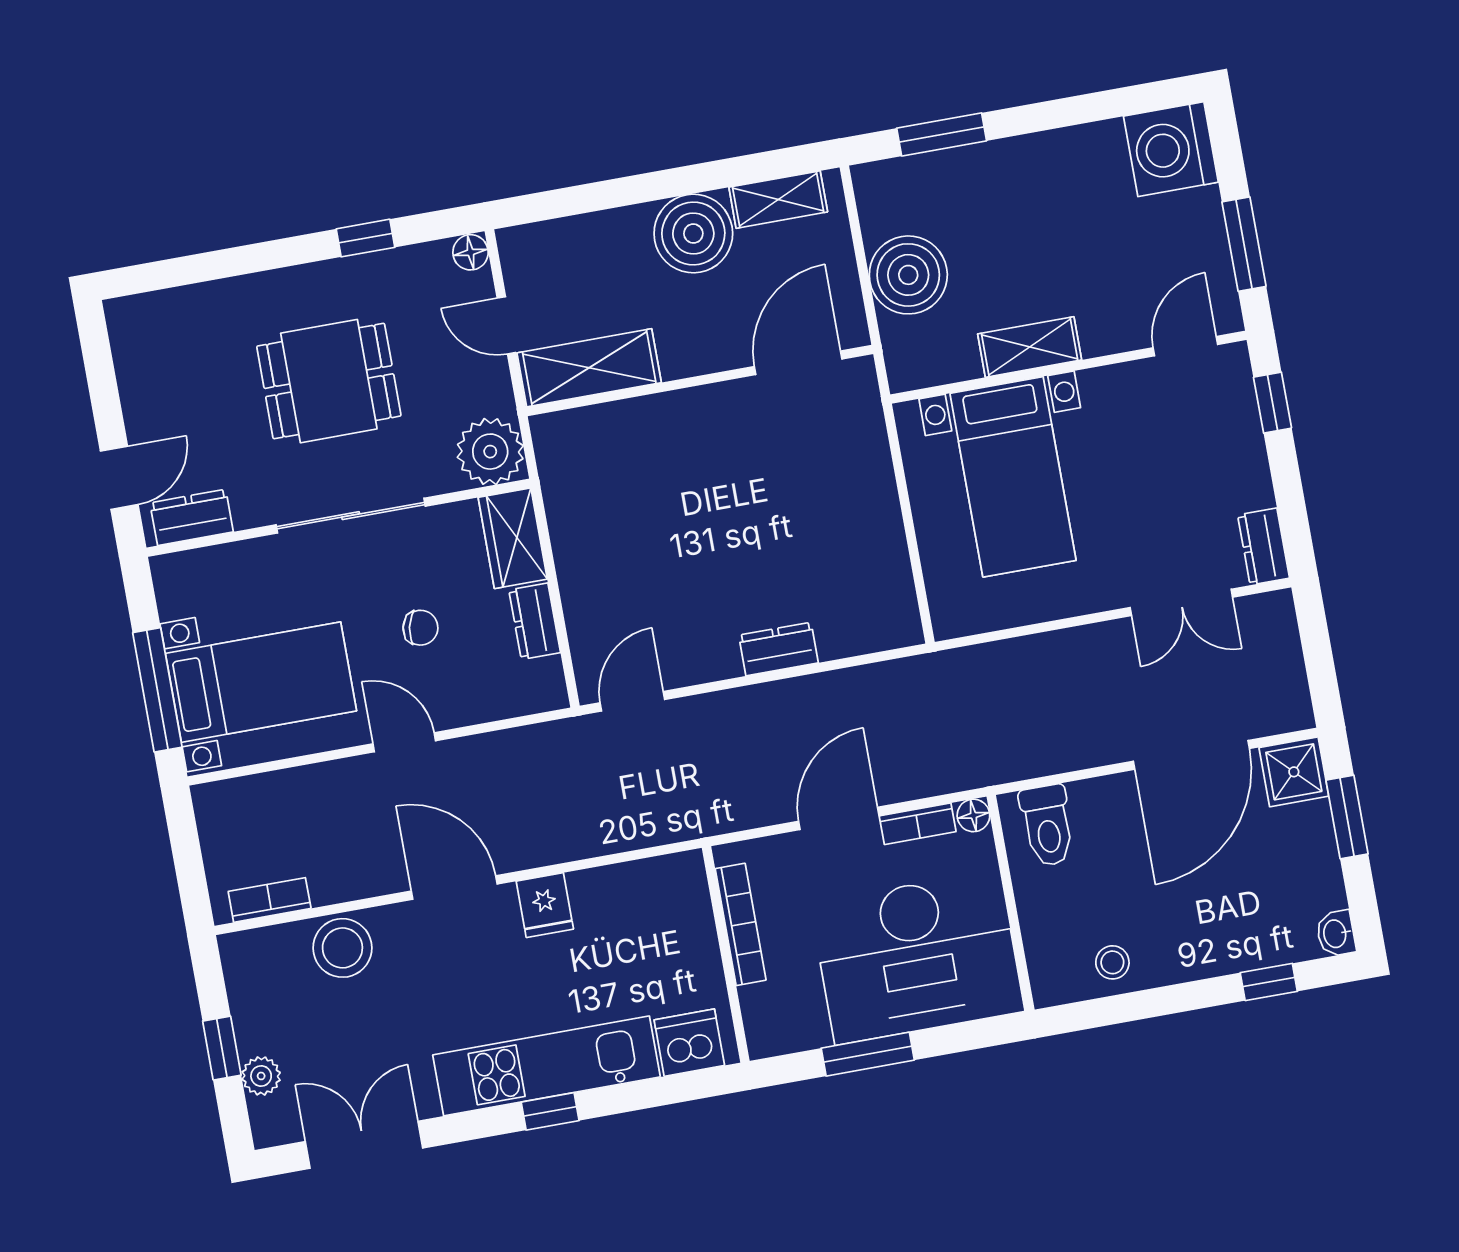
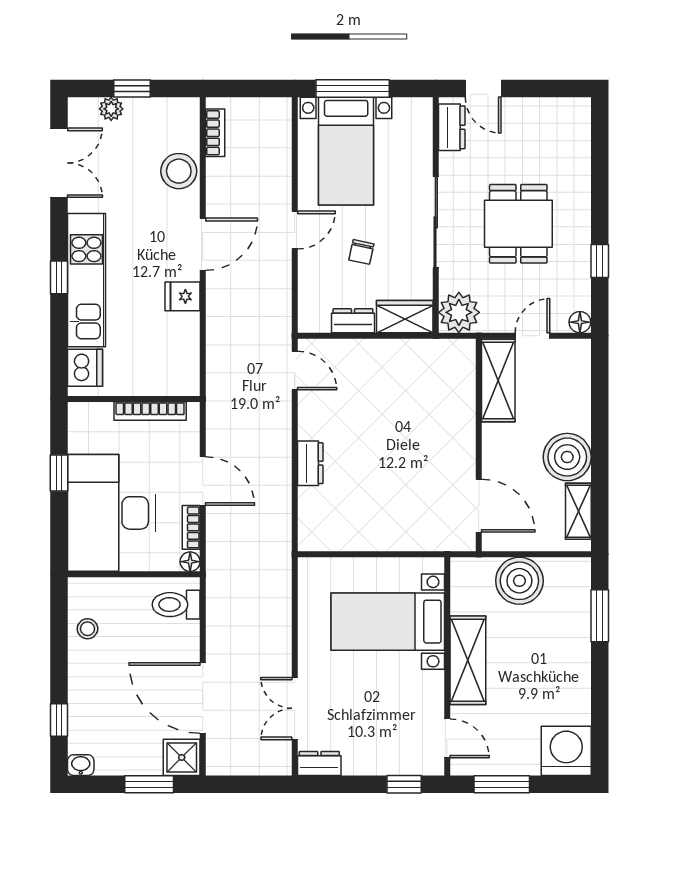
shelving: (1030, 347) -> (468, 660), width x1.50, depth x1.33
window: (868, 1054) -> (59, 473), width x0.67

